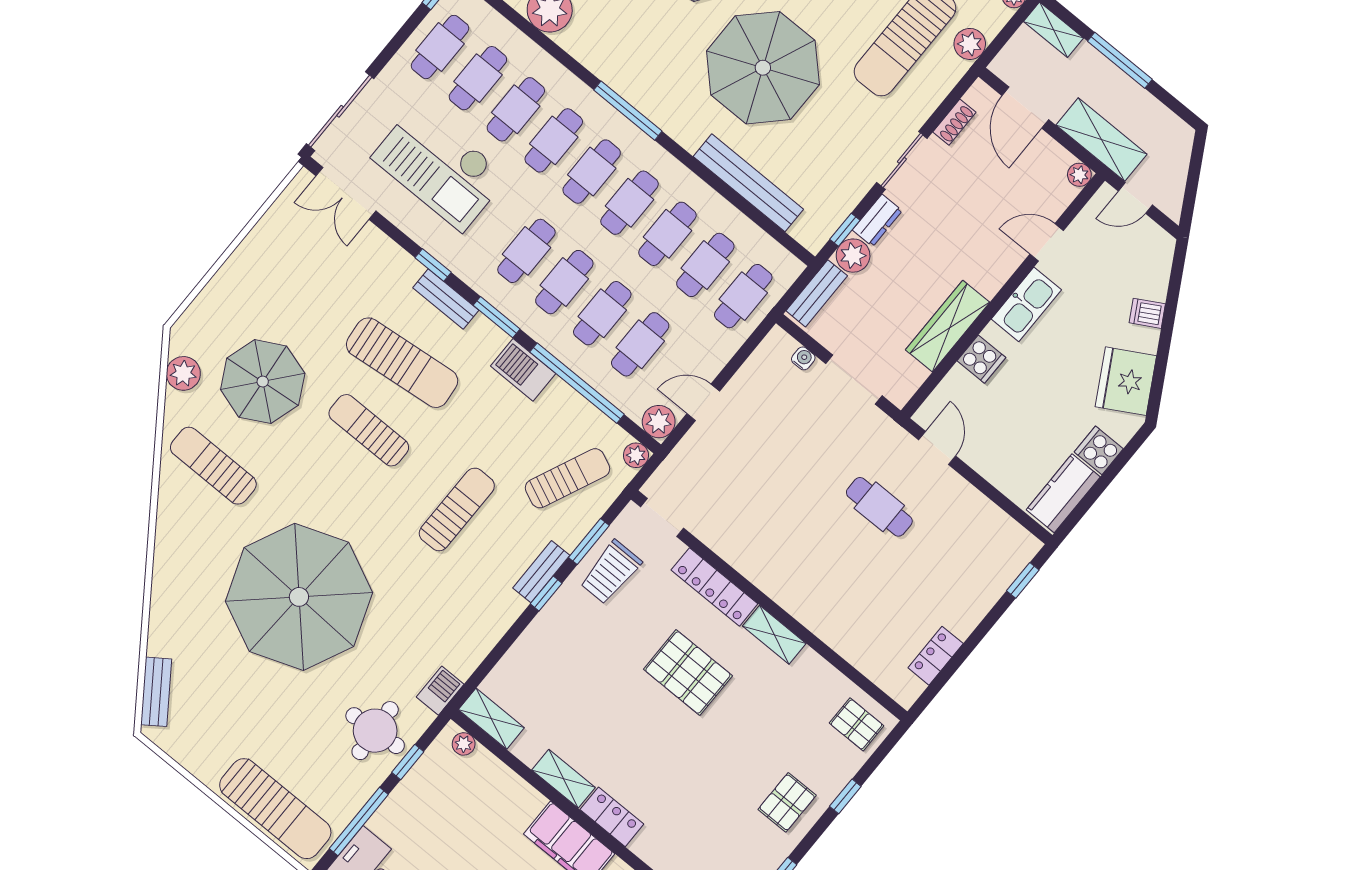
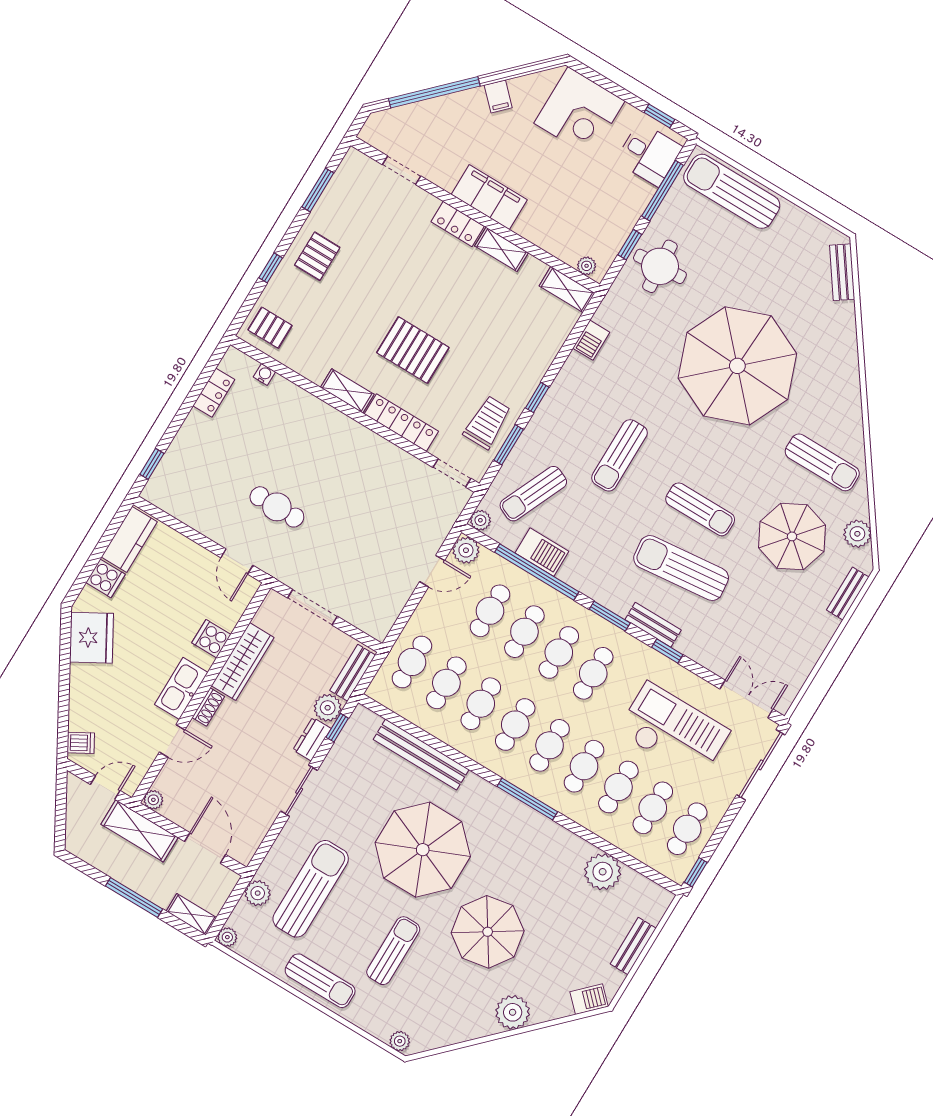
shoe rack: (954, 122) -> (208, 707), moved, turned 180
dishwasher: (1147, 313) -> (81, 743), moved
water cooler: (803, 358) -> (264, 374), moved, turned 180
barbecue: (523, 370) -> (542, 552), moved
bench: (541, 572) -> (848, 594), moved
barbecue: (440, 691) -> (591, 340), moved

